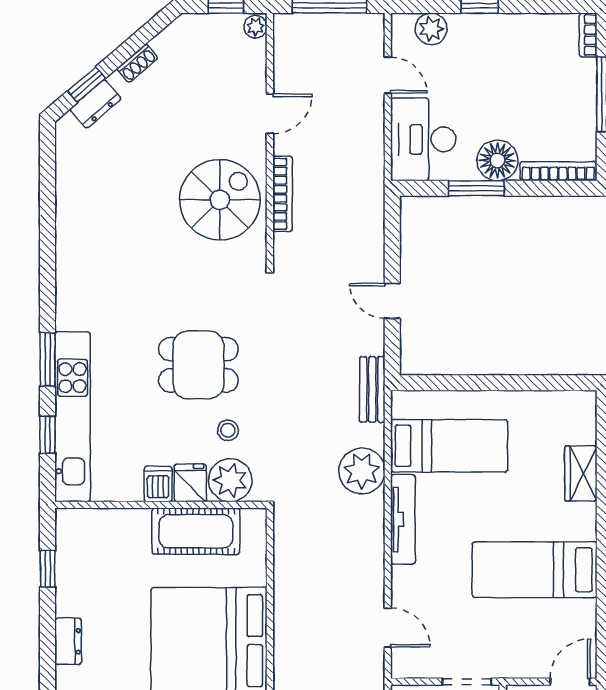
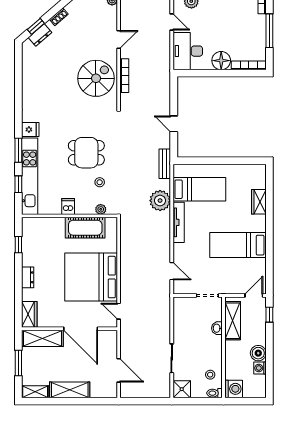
window: (476, 188) -> (212, 73), removed
plant: (230, 480) -> (101, 209), width x0.53, depth x0.53
fridge: (190, 483) -> (30, 129), moved, turned 90

